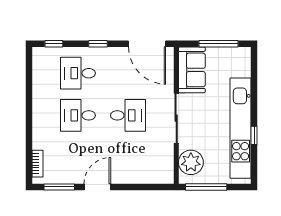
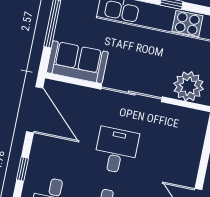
door: (147, 44) -> (35, 110), hinge flipped

